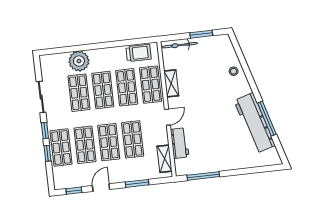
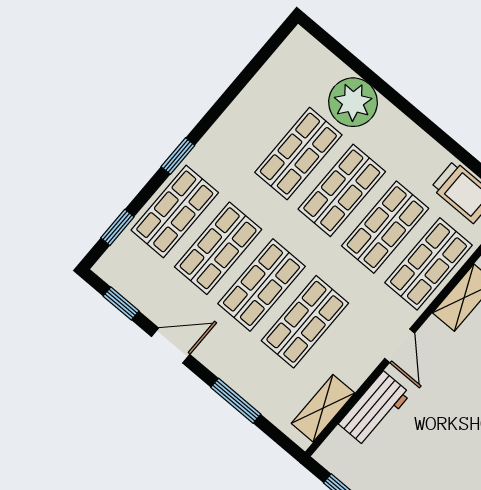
sliding door: (41, 97) -> (230, 95), removed
door: (167, 117) -> (400, 346), hinge flipped
window: (47, 153) -> (117, 227), moved

